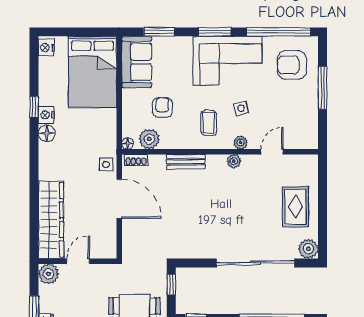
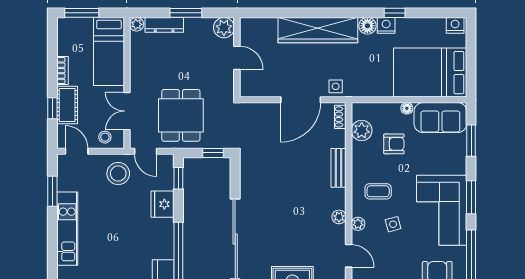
floor lamp: (128, 143) -> (407, 108), moved
wardrobe: (51, 220) -> (318, 30), moved

